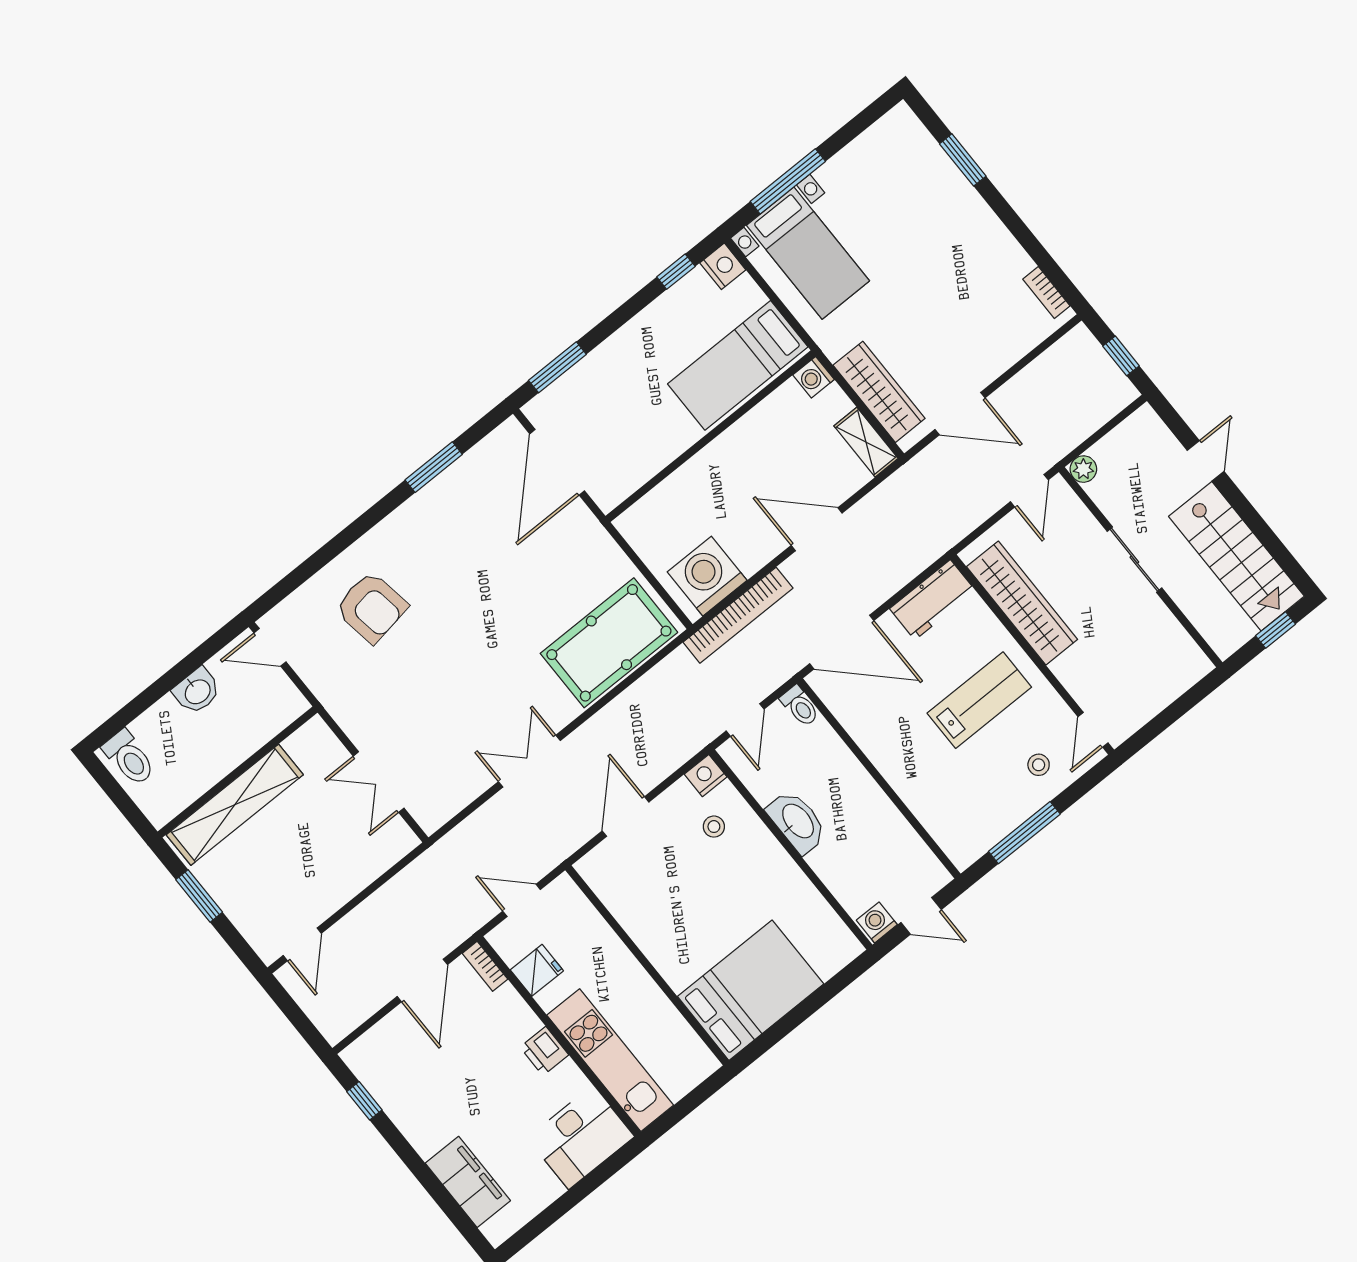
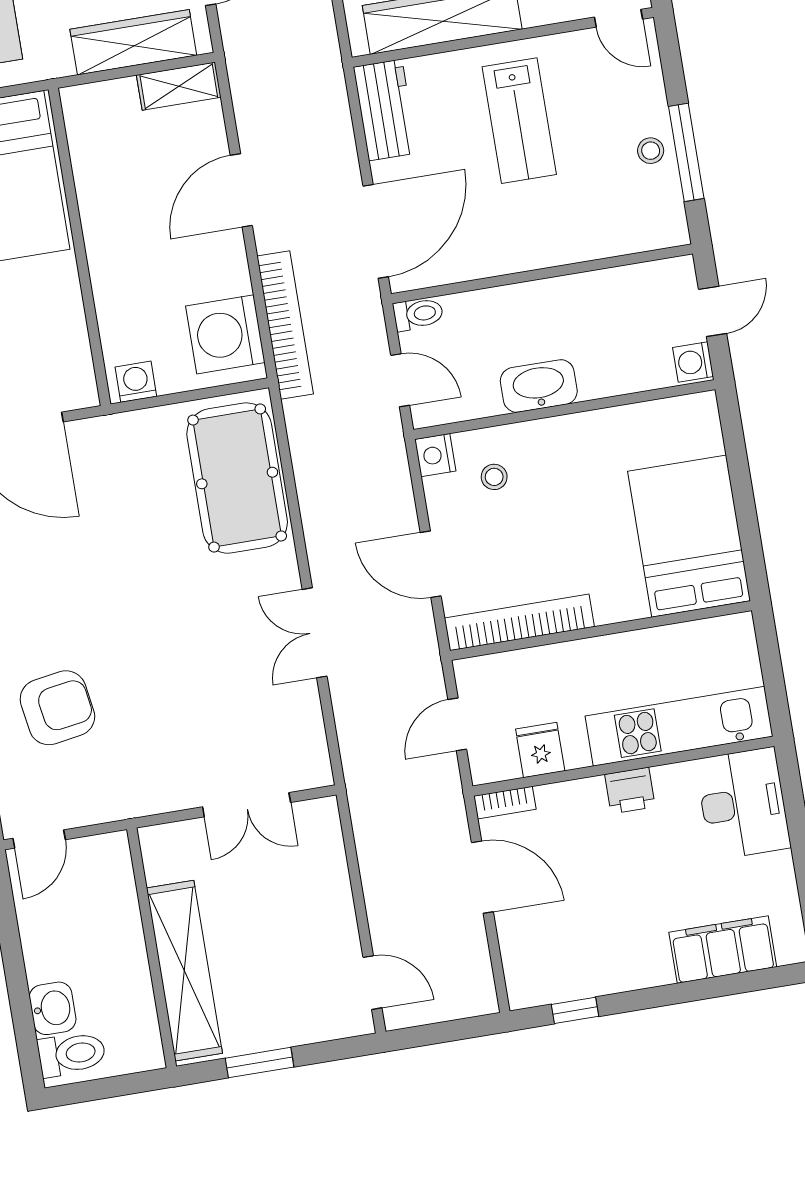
washing machine: (814, 377) -> (136, 382), moved, turned 180
washbasin: (197, 691) -> (53, 1008), moved
lab bench: (979, 700) -> (519, 121), turned 180
stool: (1039, 765) -> (651, 151), moved
bookcase: (620, 904) -> (519, 622), added

